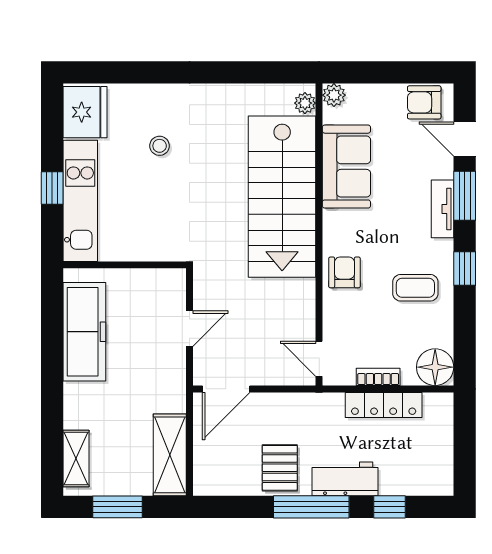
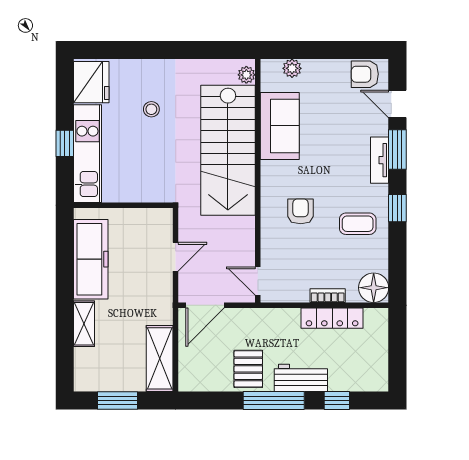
plant: (305, 103) -> (246, 75), moved
sofa: (346, 167) -> (280, 126), moved
stairs: (282, 197) -> (228, 150), moved
wall: (319, 235) -> (258, 181), moved
door: (319, 359) -> (258, 281), moved
shelving: (76, 458) -> (84, 324), moved

